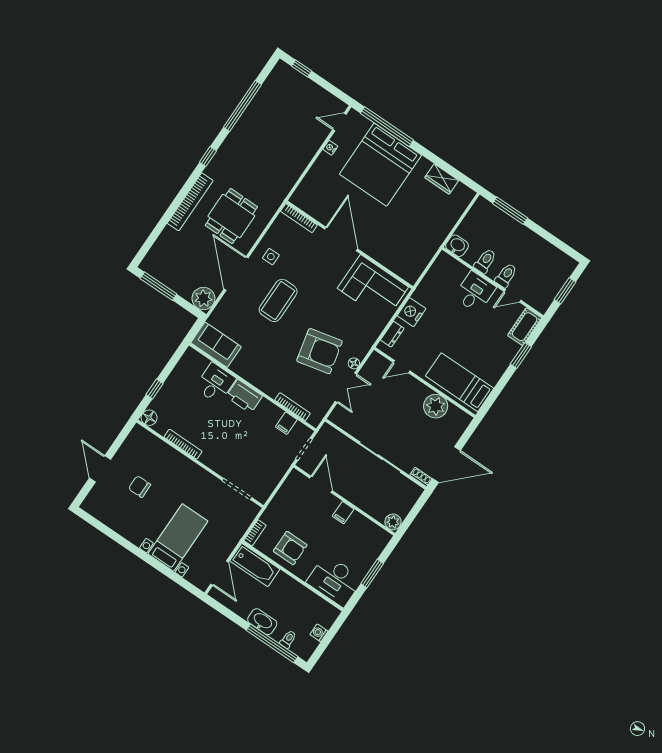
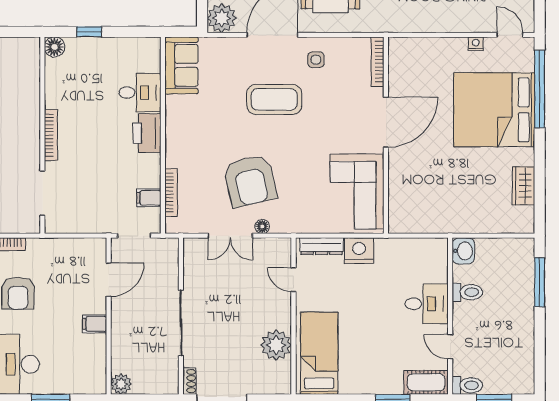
toilet: (506, 276) -> (467, 385), moved
dresser: (392, 334) -> (321, 246), width x1.44
bookcase: (183, 444) -> (51, 135), moved

